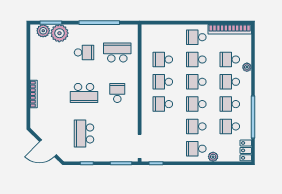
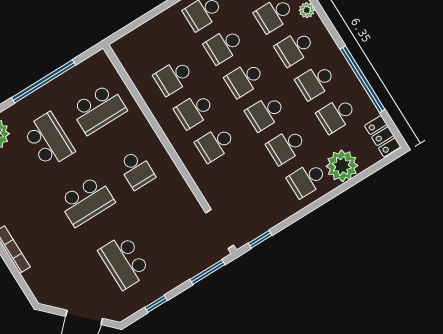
school desk: (84, 52) -> (49, 140), width x1.85
school desk: (117, 52) -> (99, 109), turned 180
school desk: (117, 93) -> (136, 170), turned 180
plant: (213, 157) -> (342, 166), width x1.88, depth x1.88

